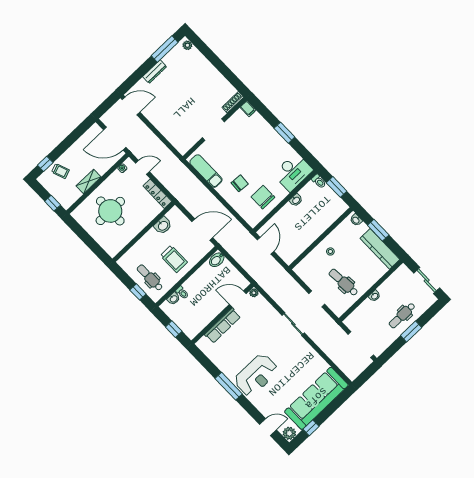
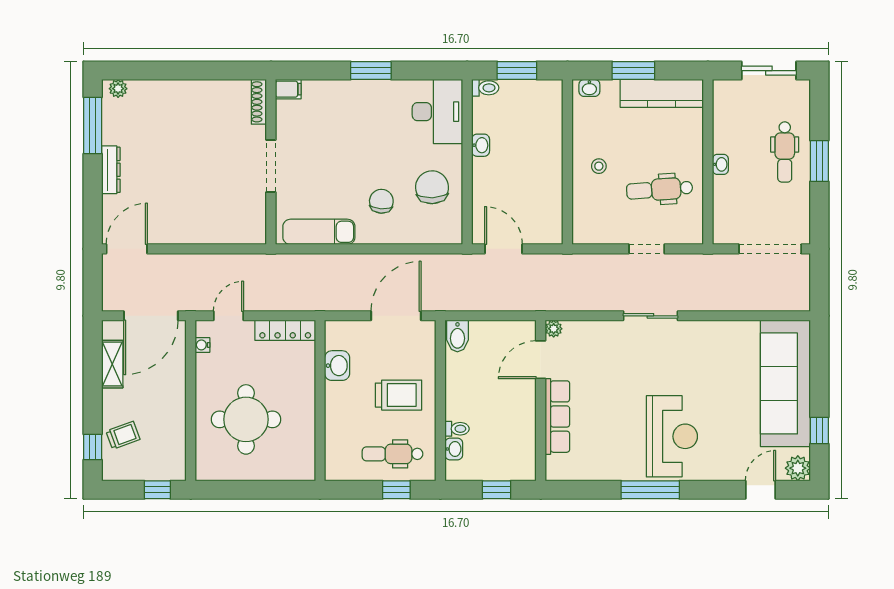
shelving: (89, 181) -> (112, 364), moved
chair: (263, 197) -> (432, 187), turned 88

